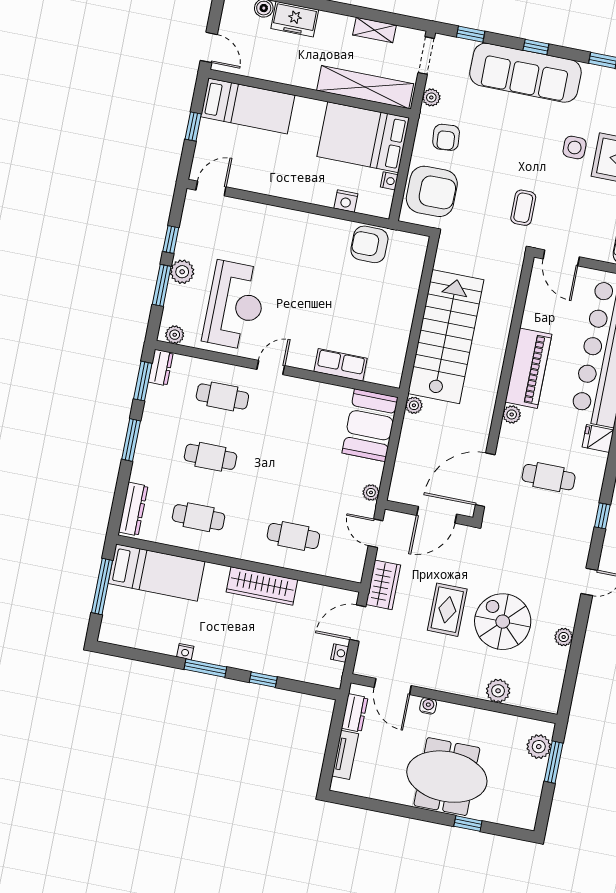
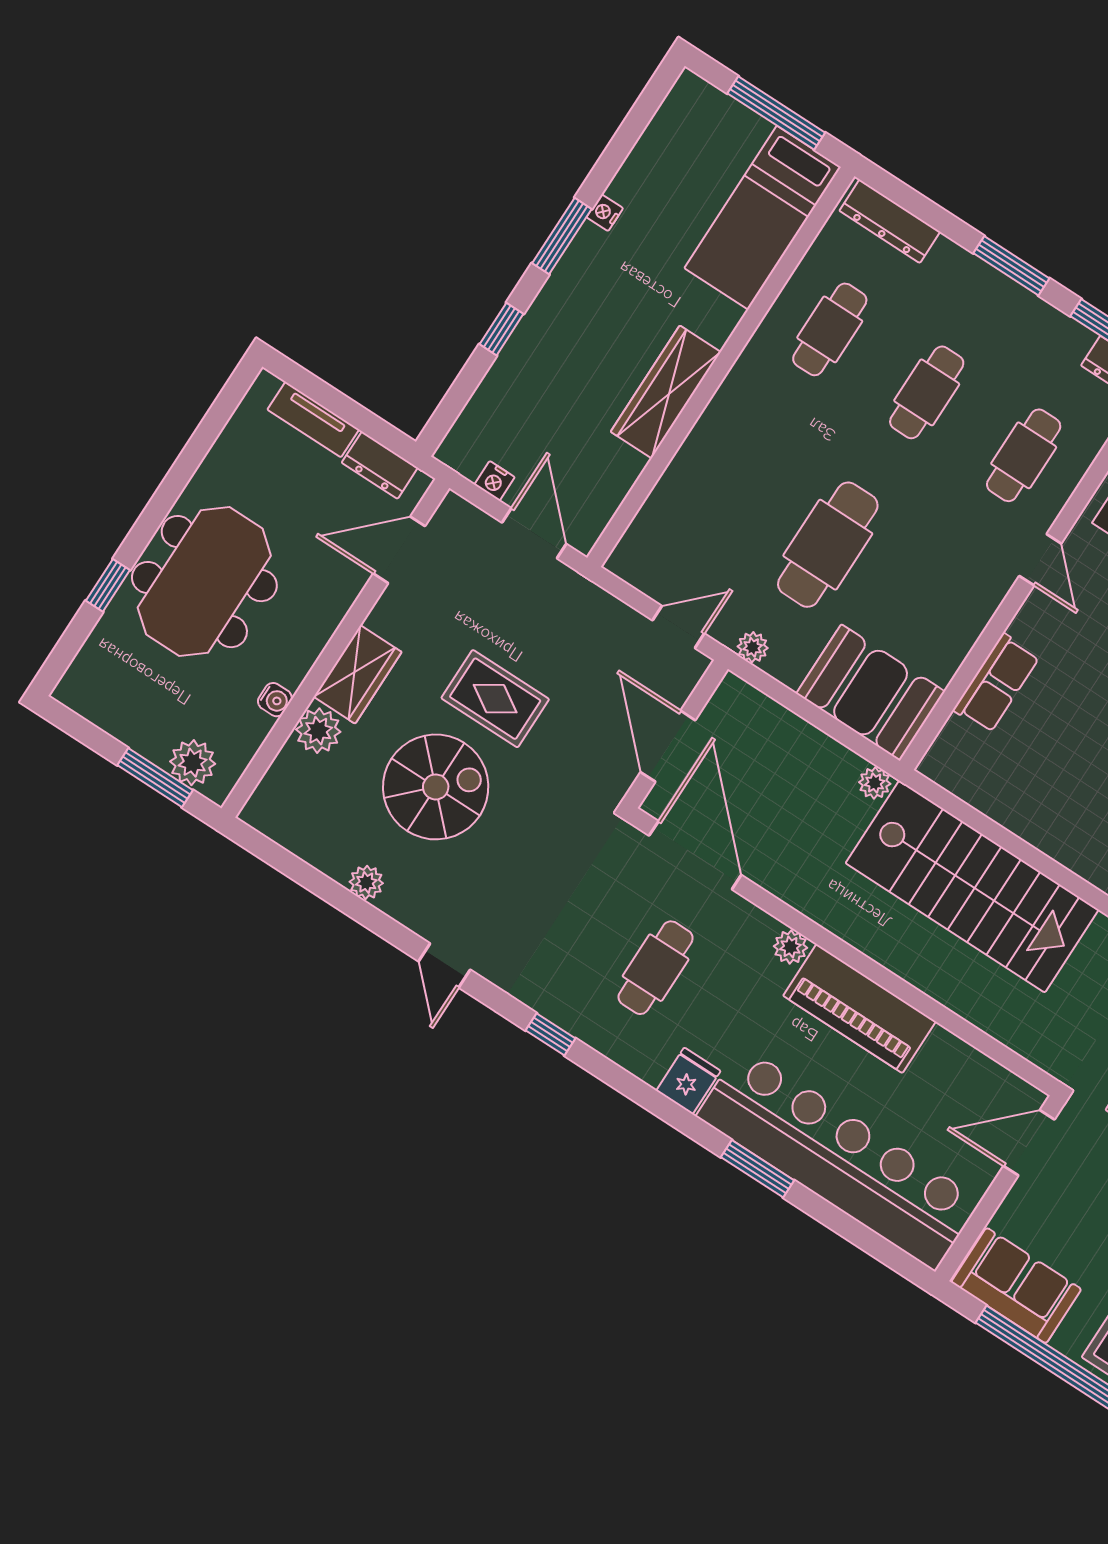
cafe table: (293, 536) -> (828, 545), moved, width x1.37, depth x1.35
wardrobe: (383, 585) -> (358, 674), moved, turned -90
water cooler: (428, 706) -> (275, 700), moved

